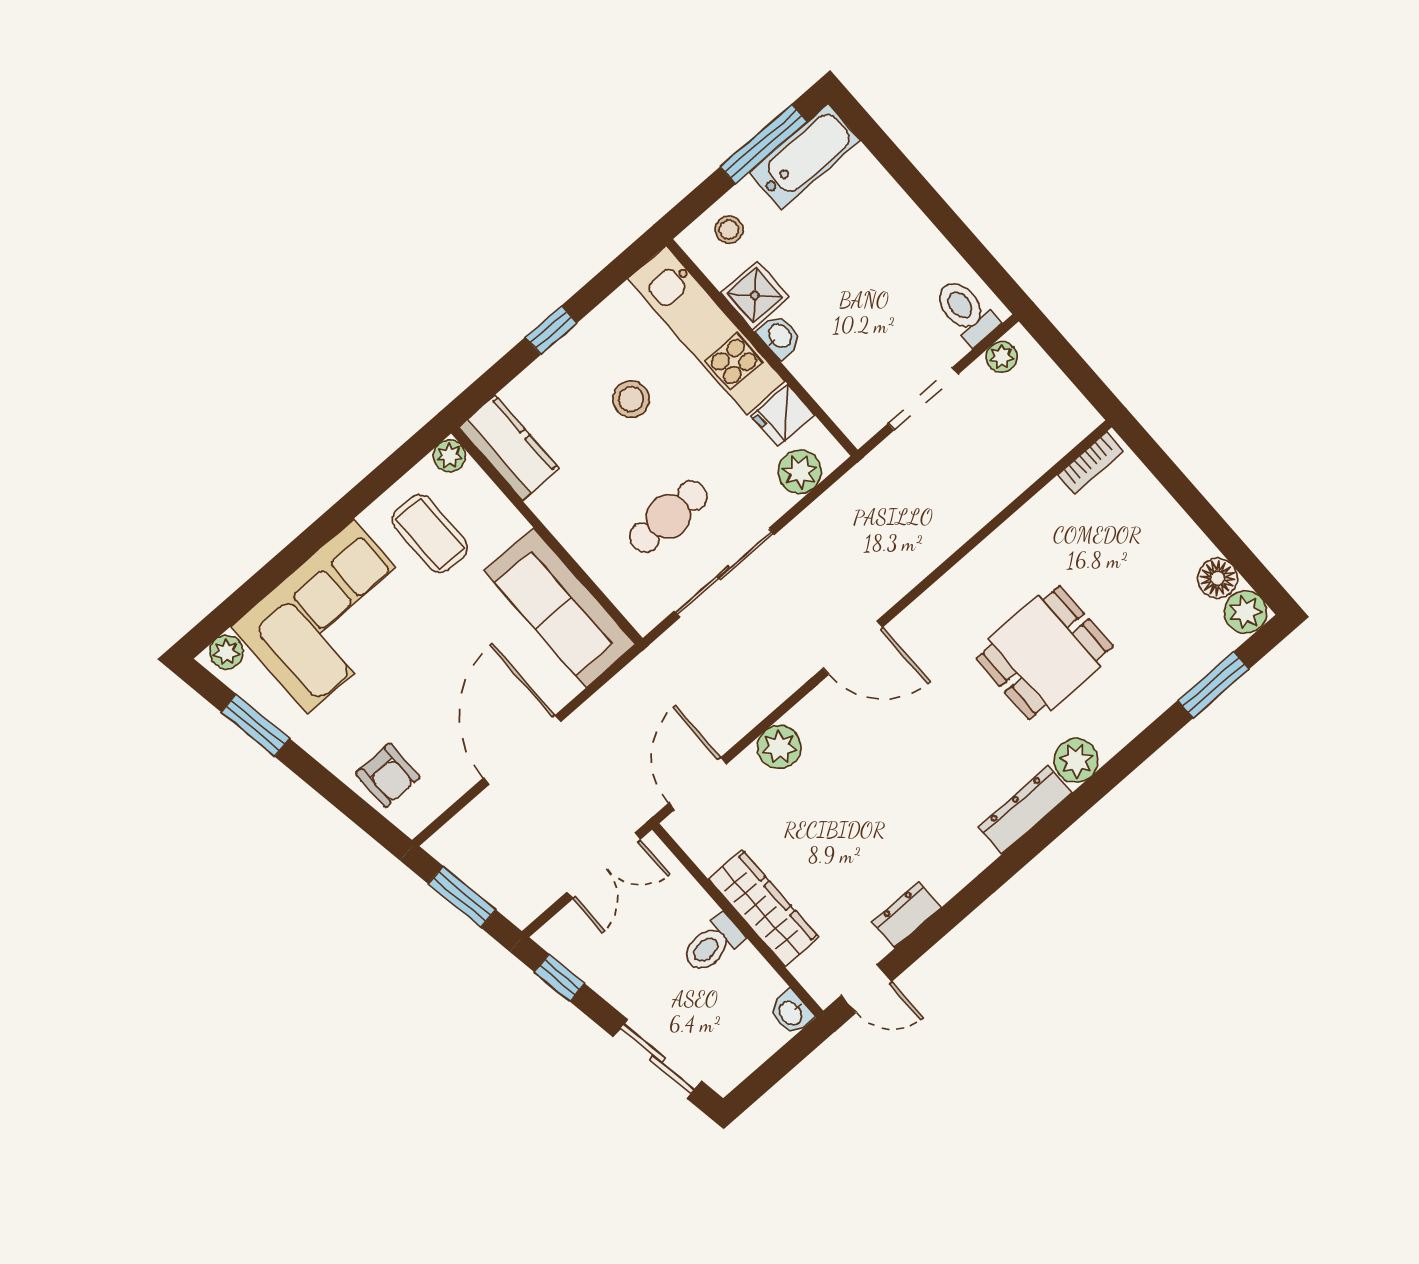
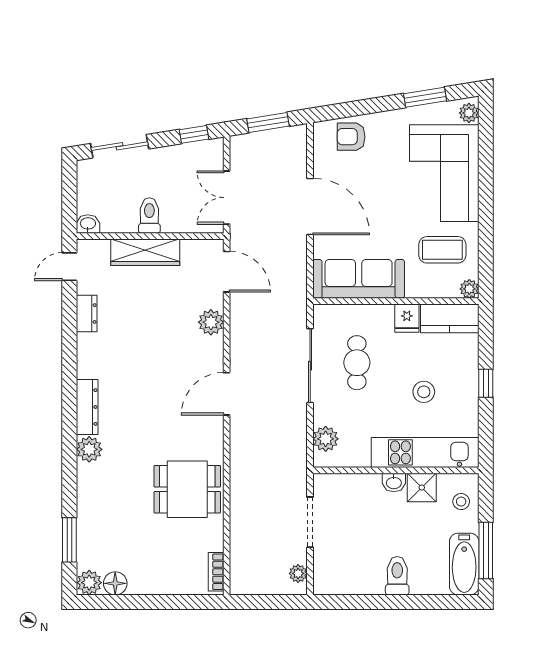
toilet: (966, 312) -> (397, 576), moved, turned -90
fridge: (783, 415) -> (407, 318), moved, turned 180
dining table: (1045, 653) -> (187, 489), moved, turned 90

